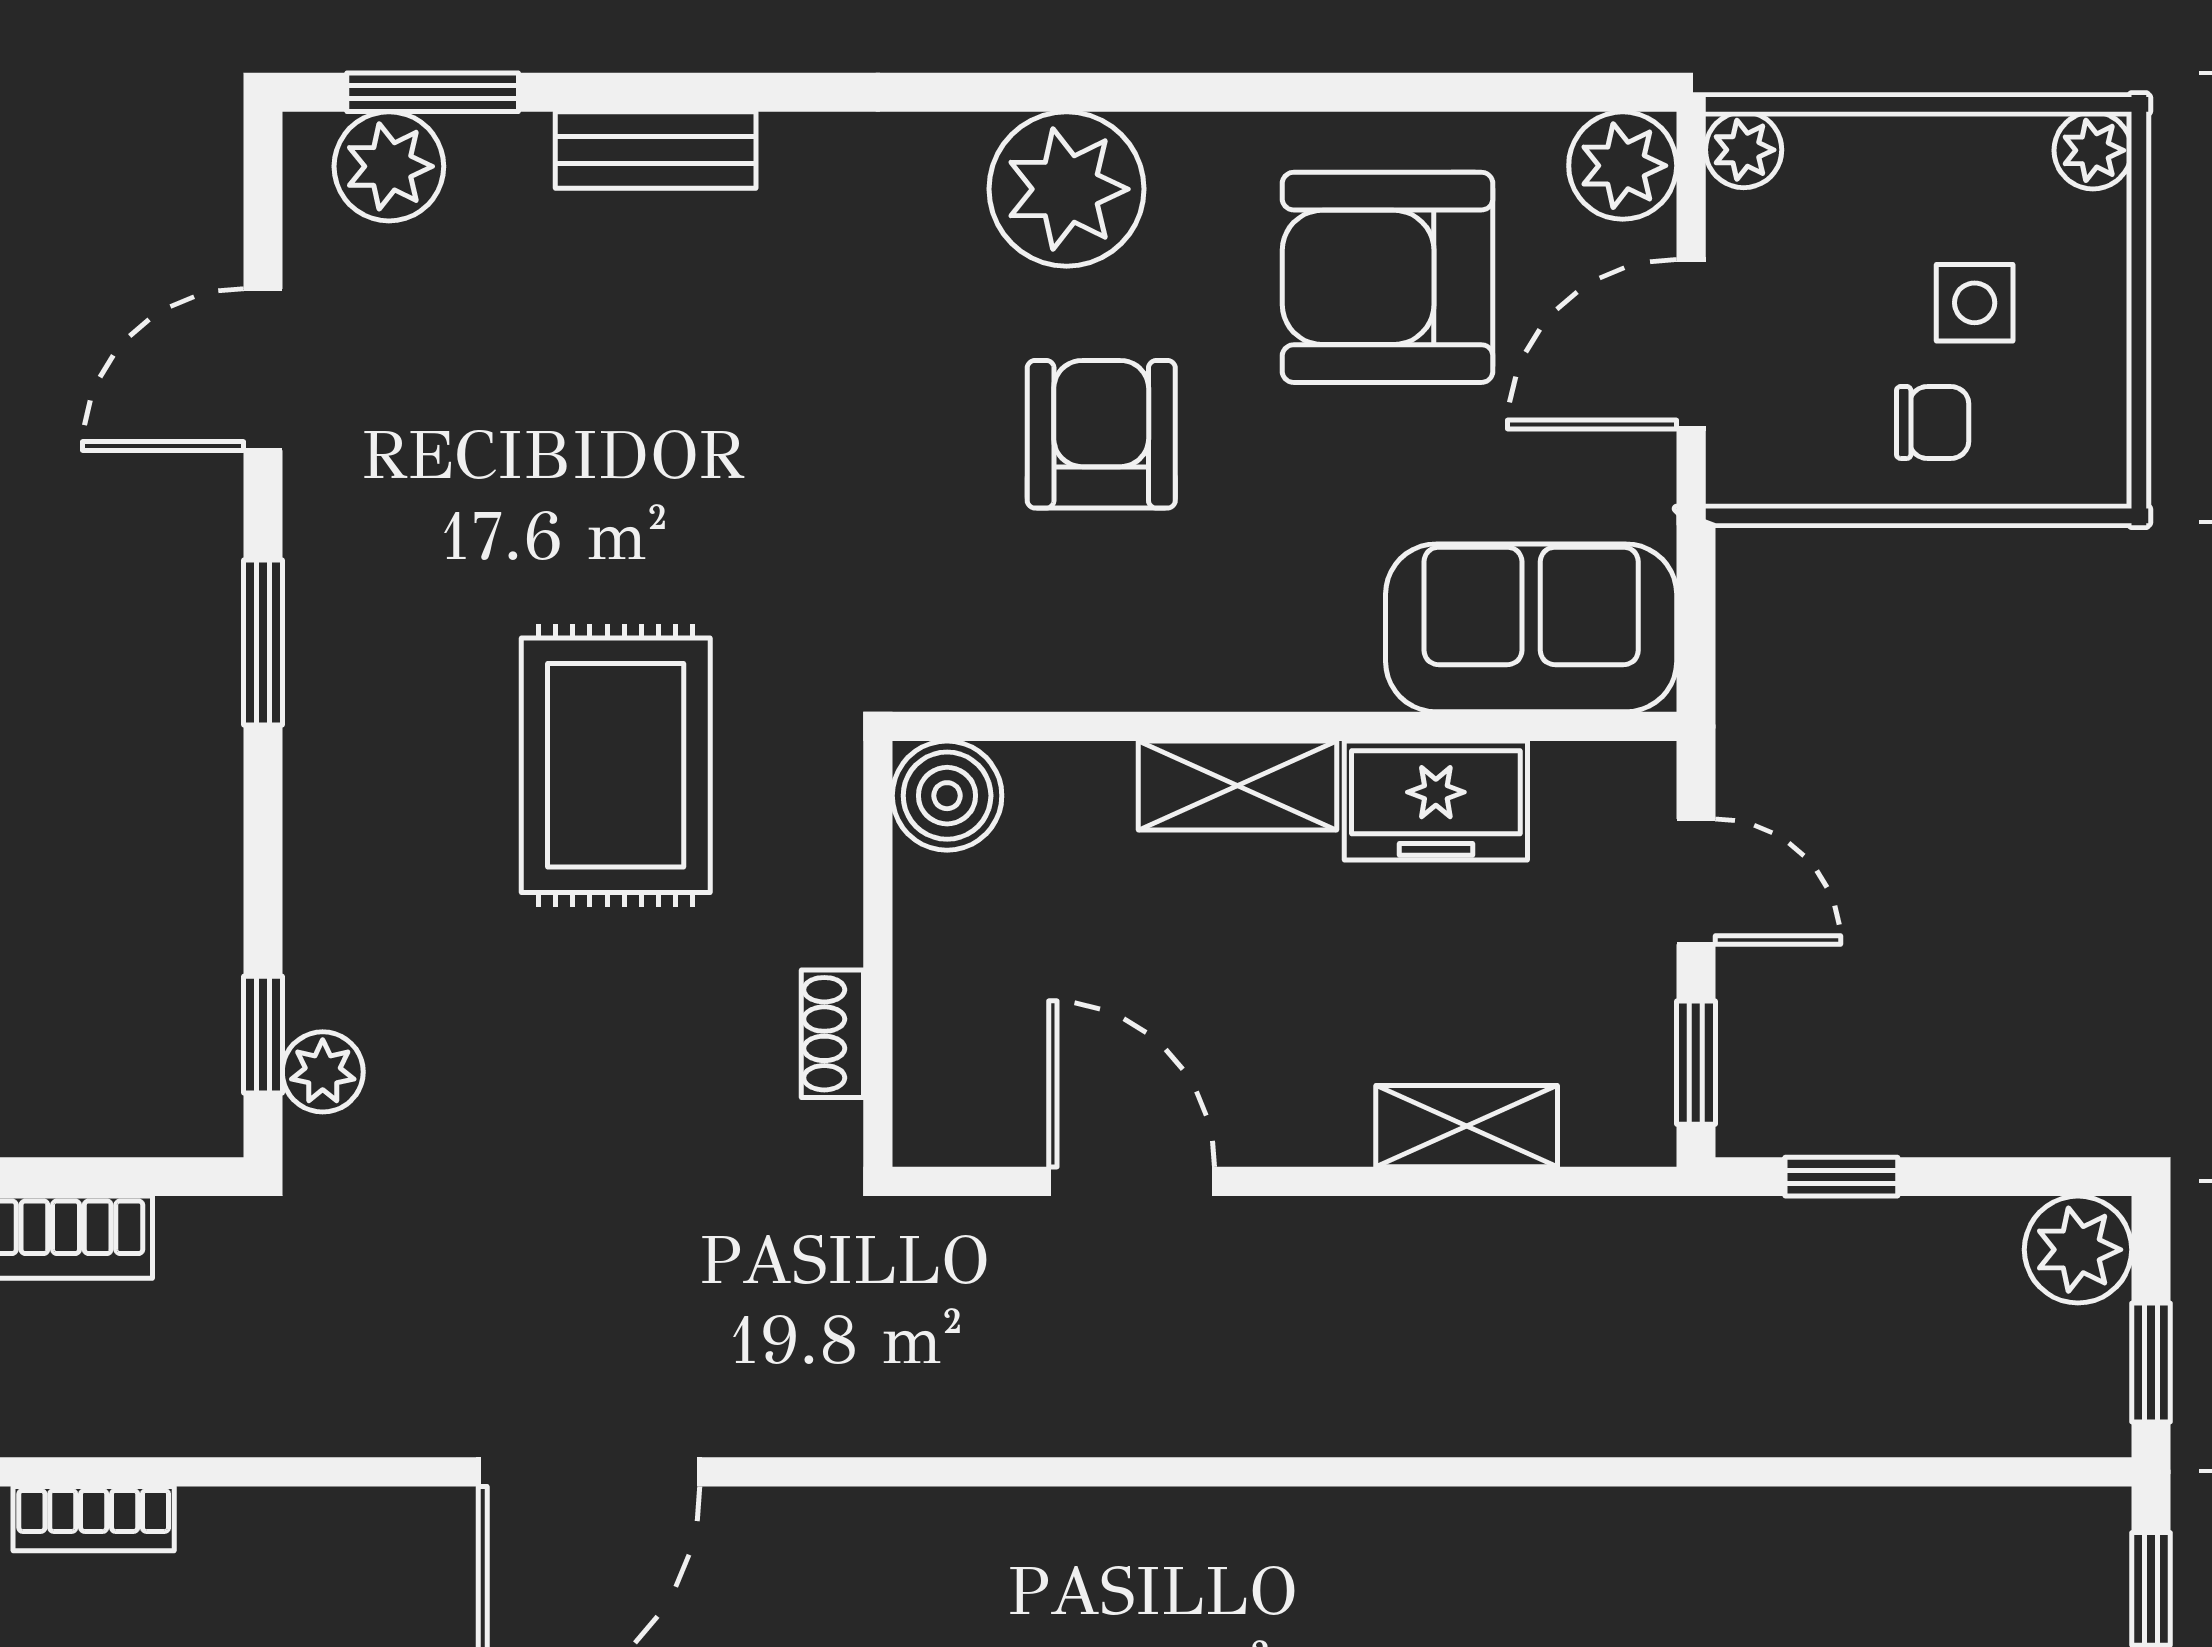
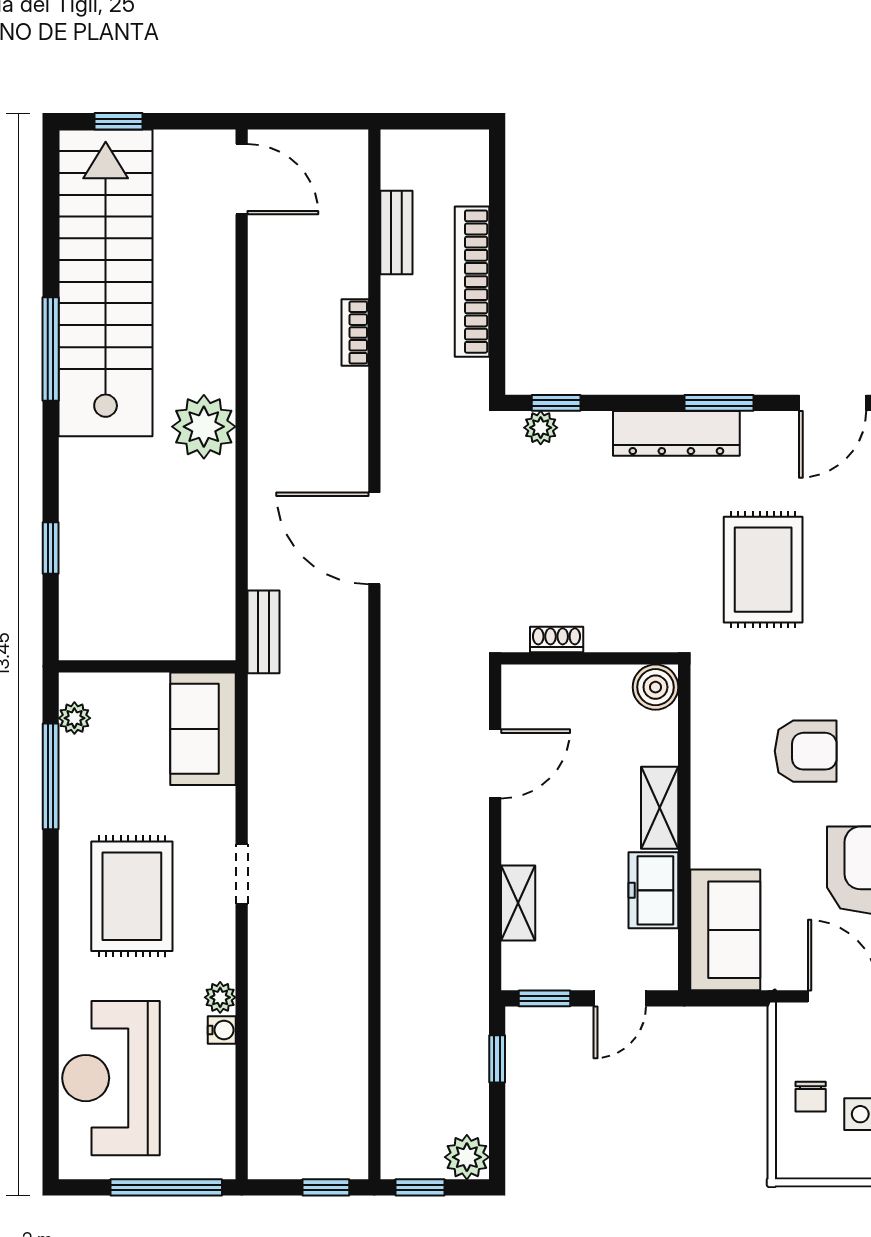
door: (263, 370) -> (833, 403), swing flipped
dresser: (337, 745) -> (676, 433), added
rug: (616, 765) -> (763, 570), moved, turned 90

